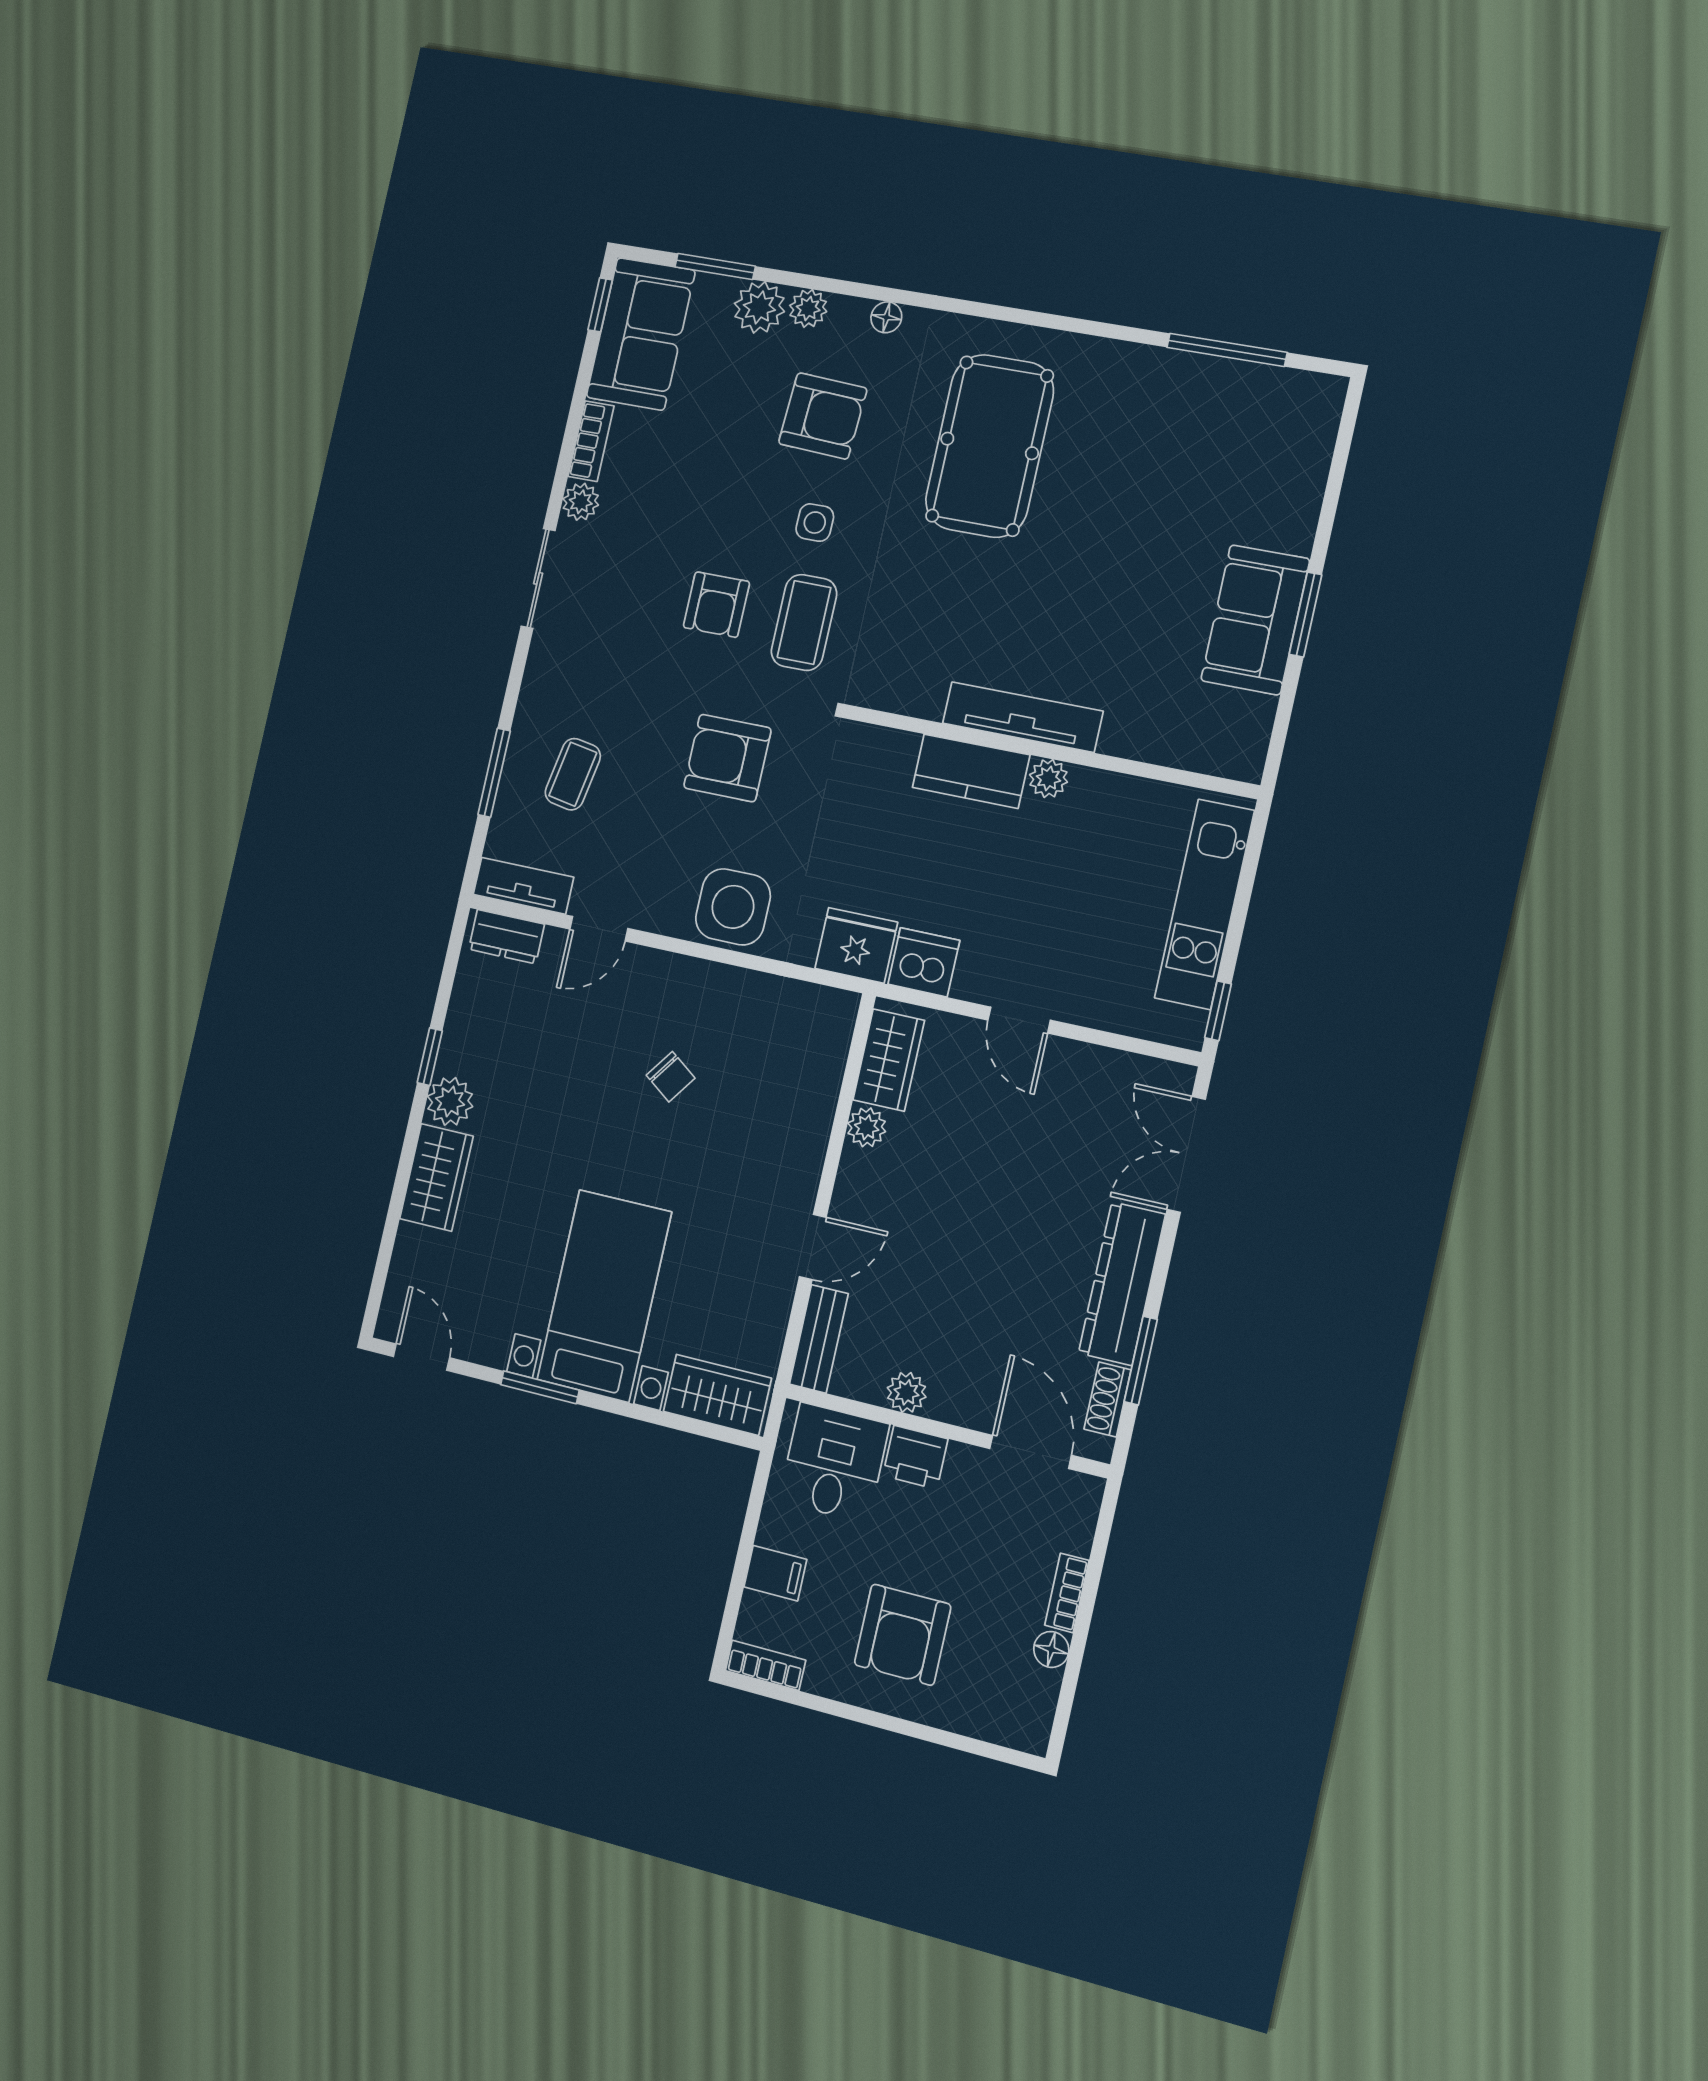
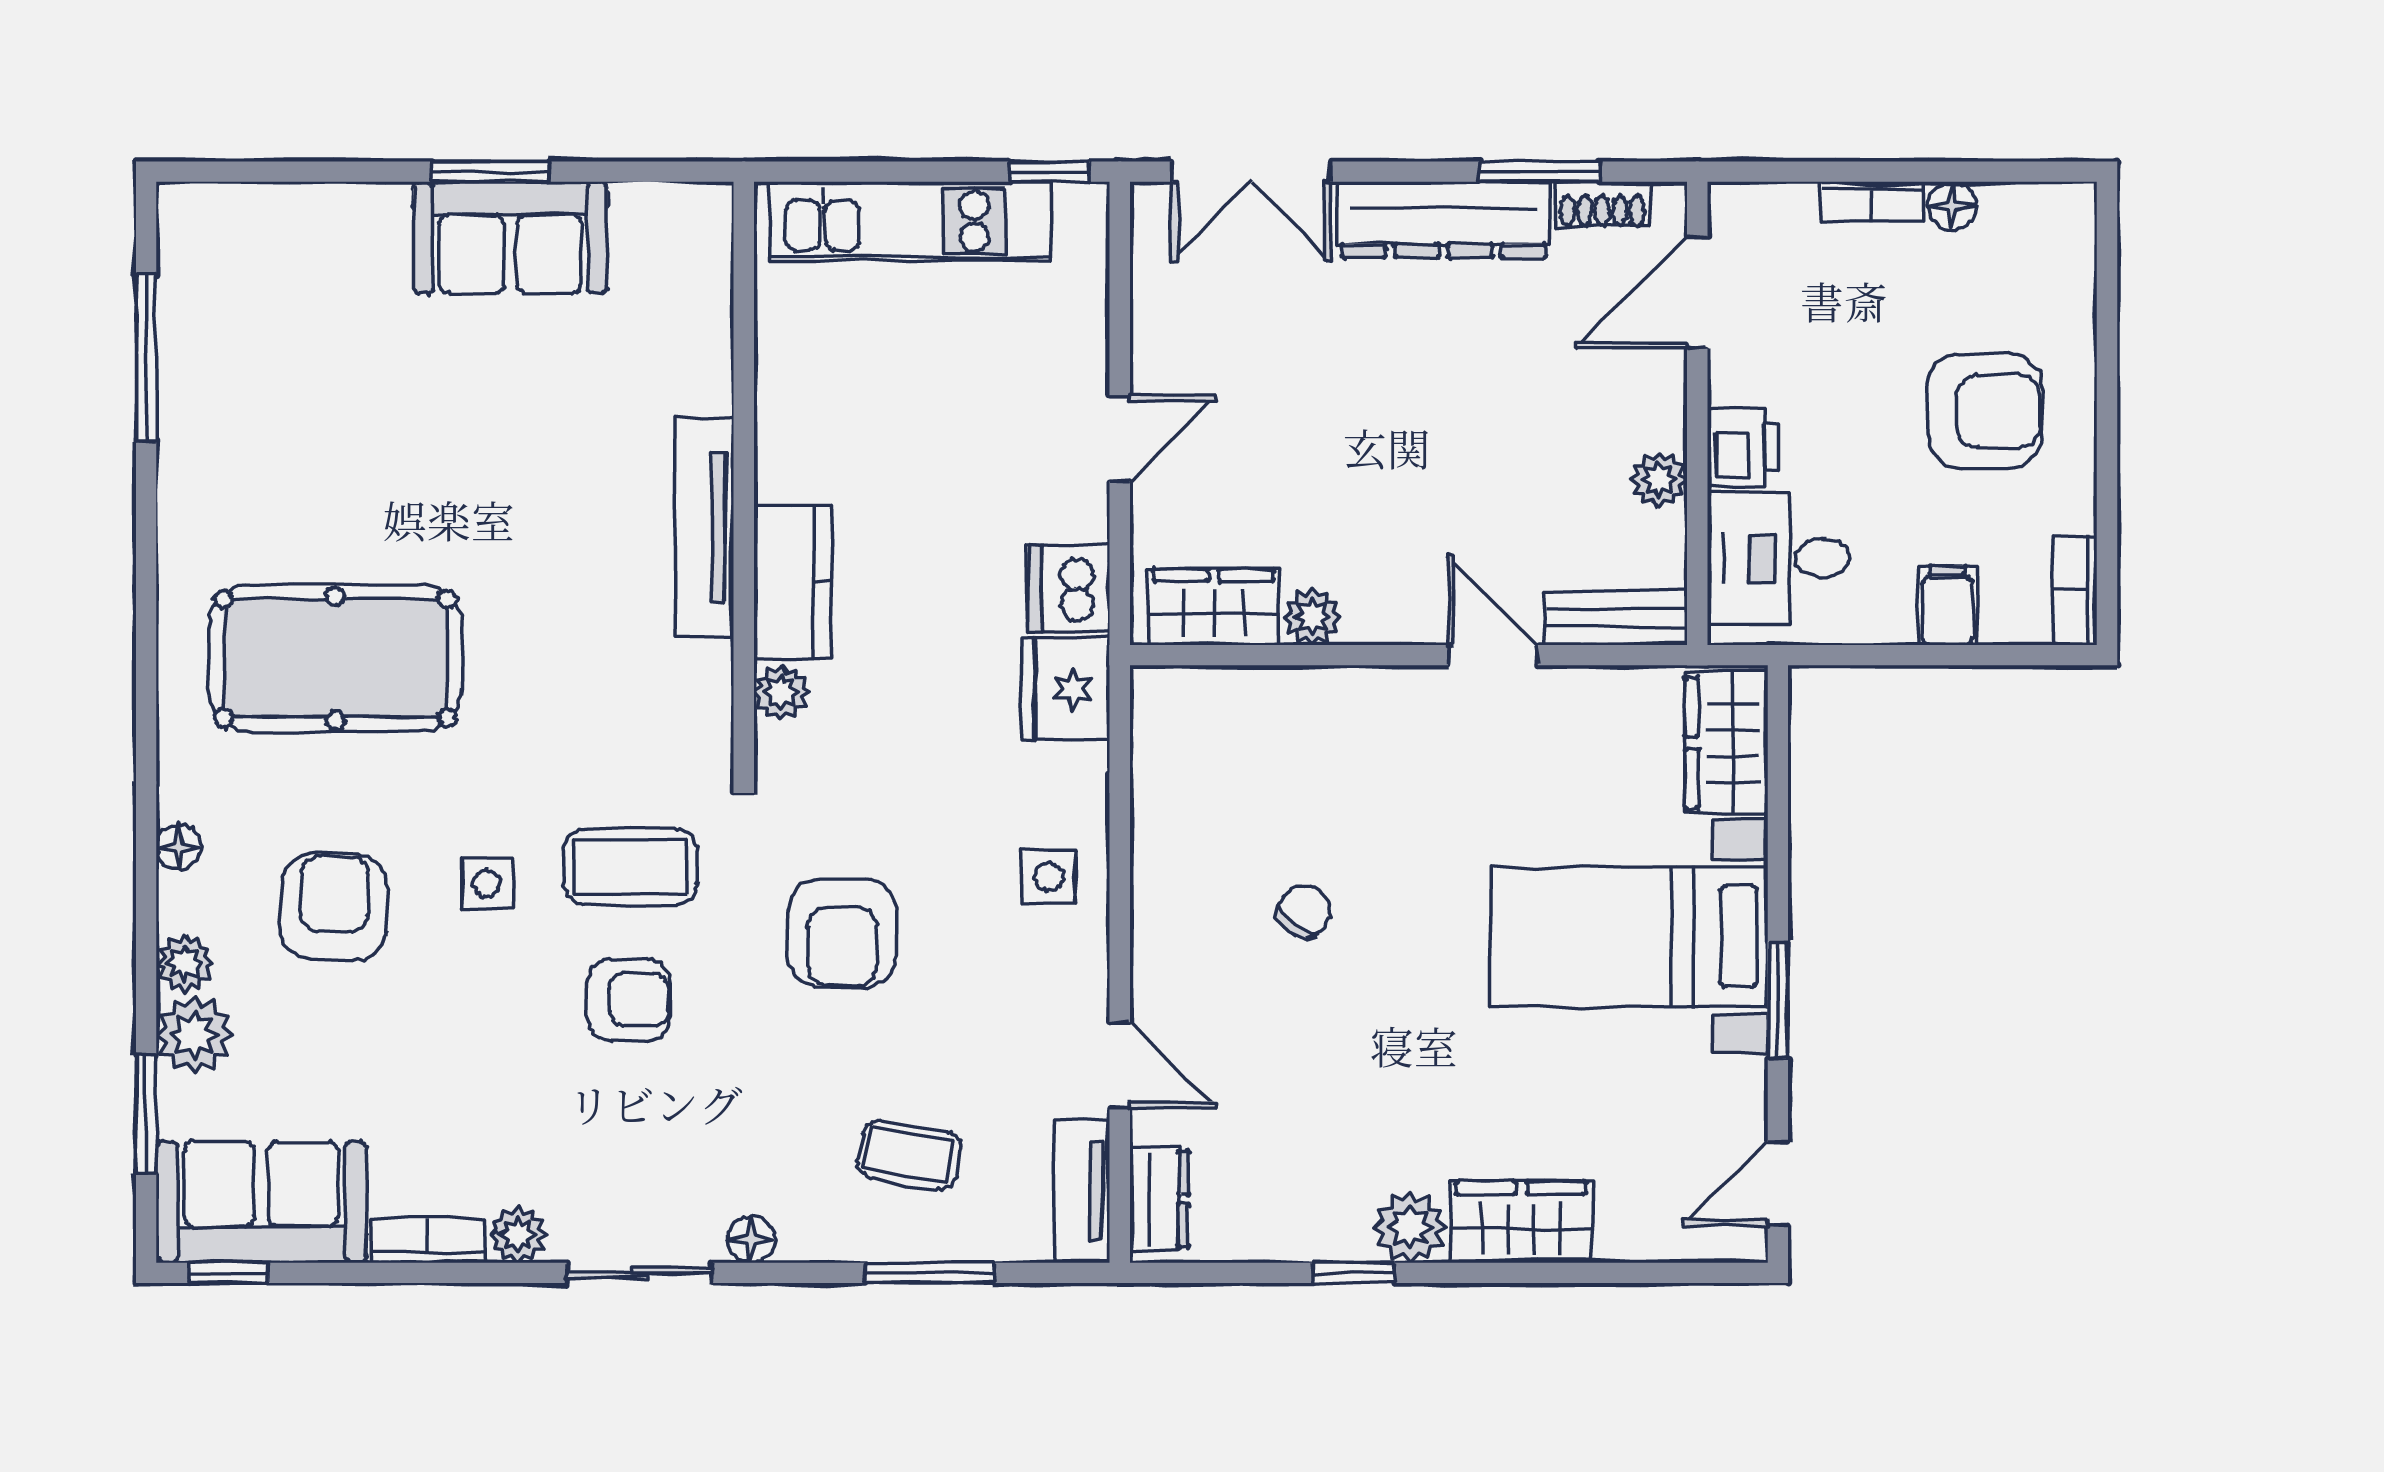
floor lamp: (543, 657) -> (751, 1239), added
plant: (1048, 778) -> (781, 692), moved
side table: (733, 907) -> (1049, 877), width x0.54, depth x0.54

